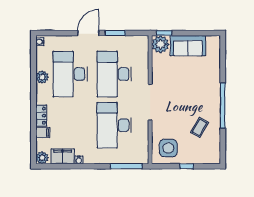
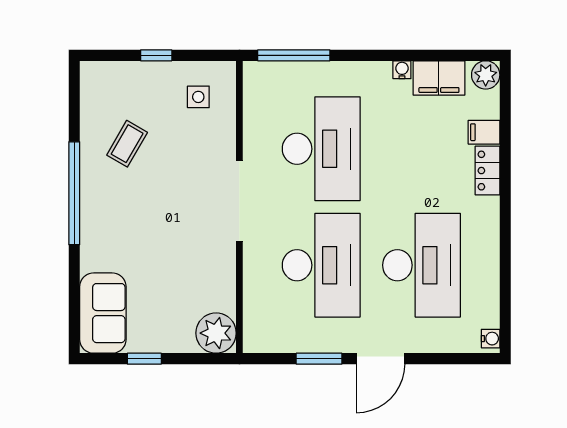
window: (164, 33) -> (144, 359), moved
sofa: (188, 46) -> (103, 313), moved, turned 90
plant: (42, 77) -> (485, 258), removed
side table: (168, 148) -> (198, 97), width x0.54, depth x0.54

